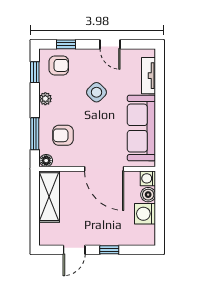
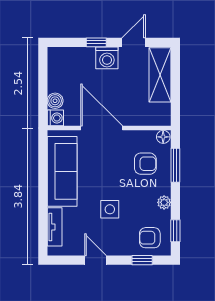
side table: (96, 92) -> (110, 209), turned 45
shelving: (49, 197) -> (160, 75), moved
washing machine: (145, 214) -> (107, 58), moved, turned 90

